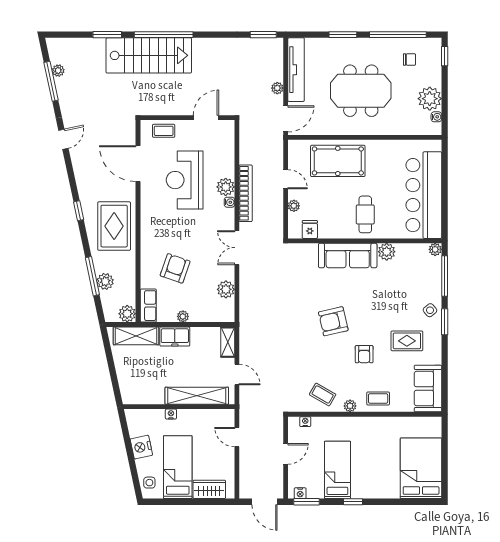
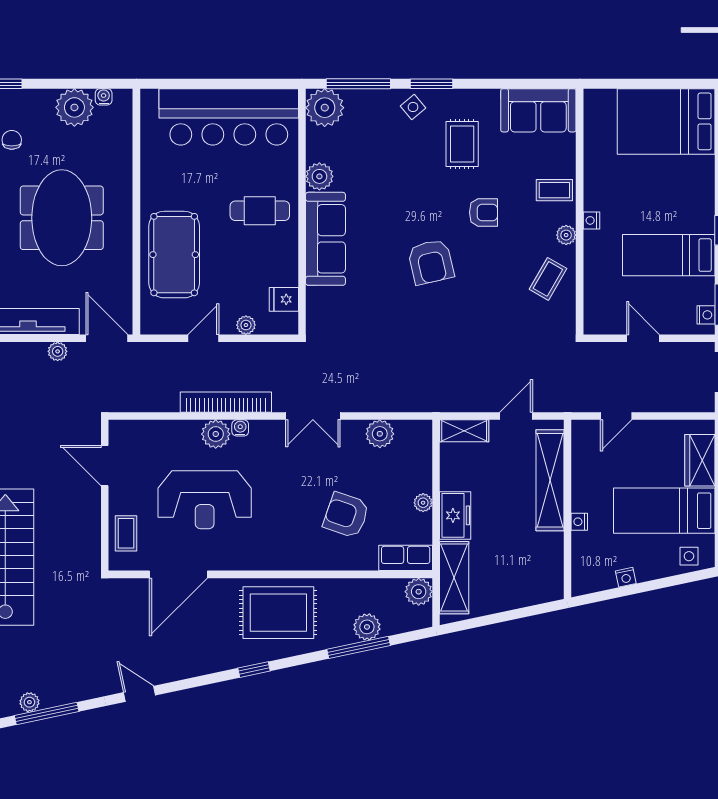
plant: (435, 249) -> (325, 108), width x1.88, depth x1.88
coffee table: (378, 398) -> (554, 190), turned 90
nightstand: (305, 422) -> (591, 220), moved
nightstand: (141, 447) -> (626, 577), width x0.53, depth x0.56

